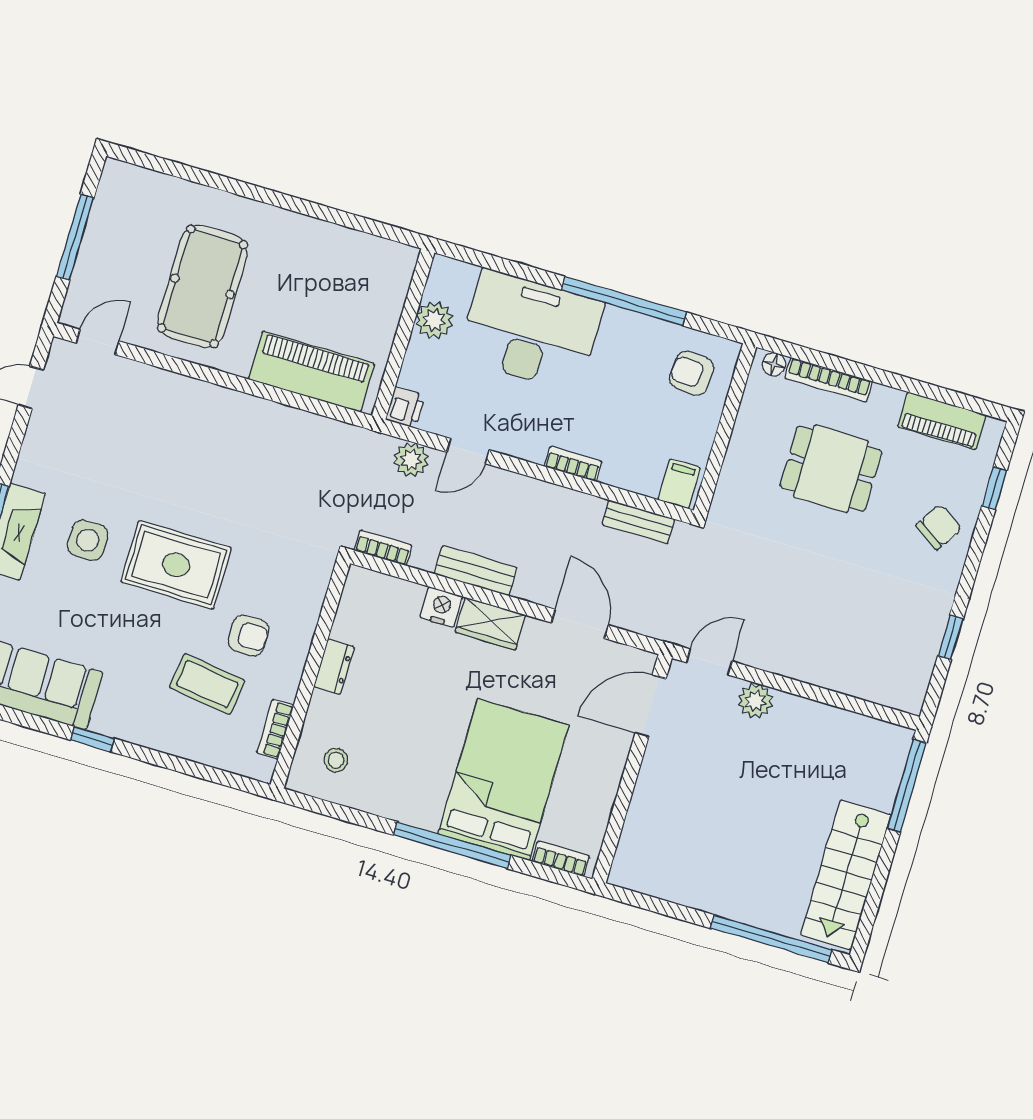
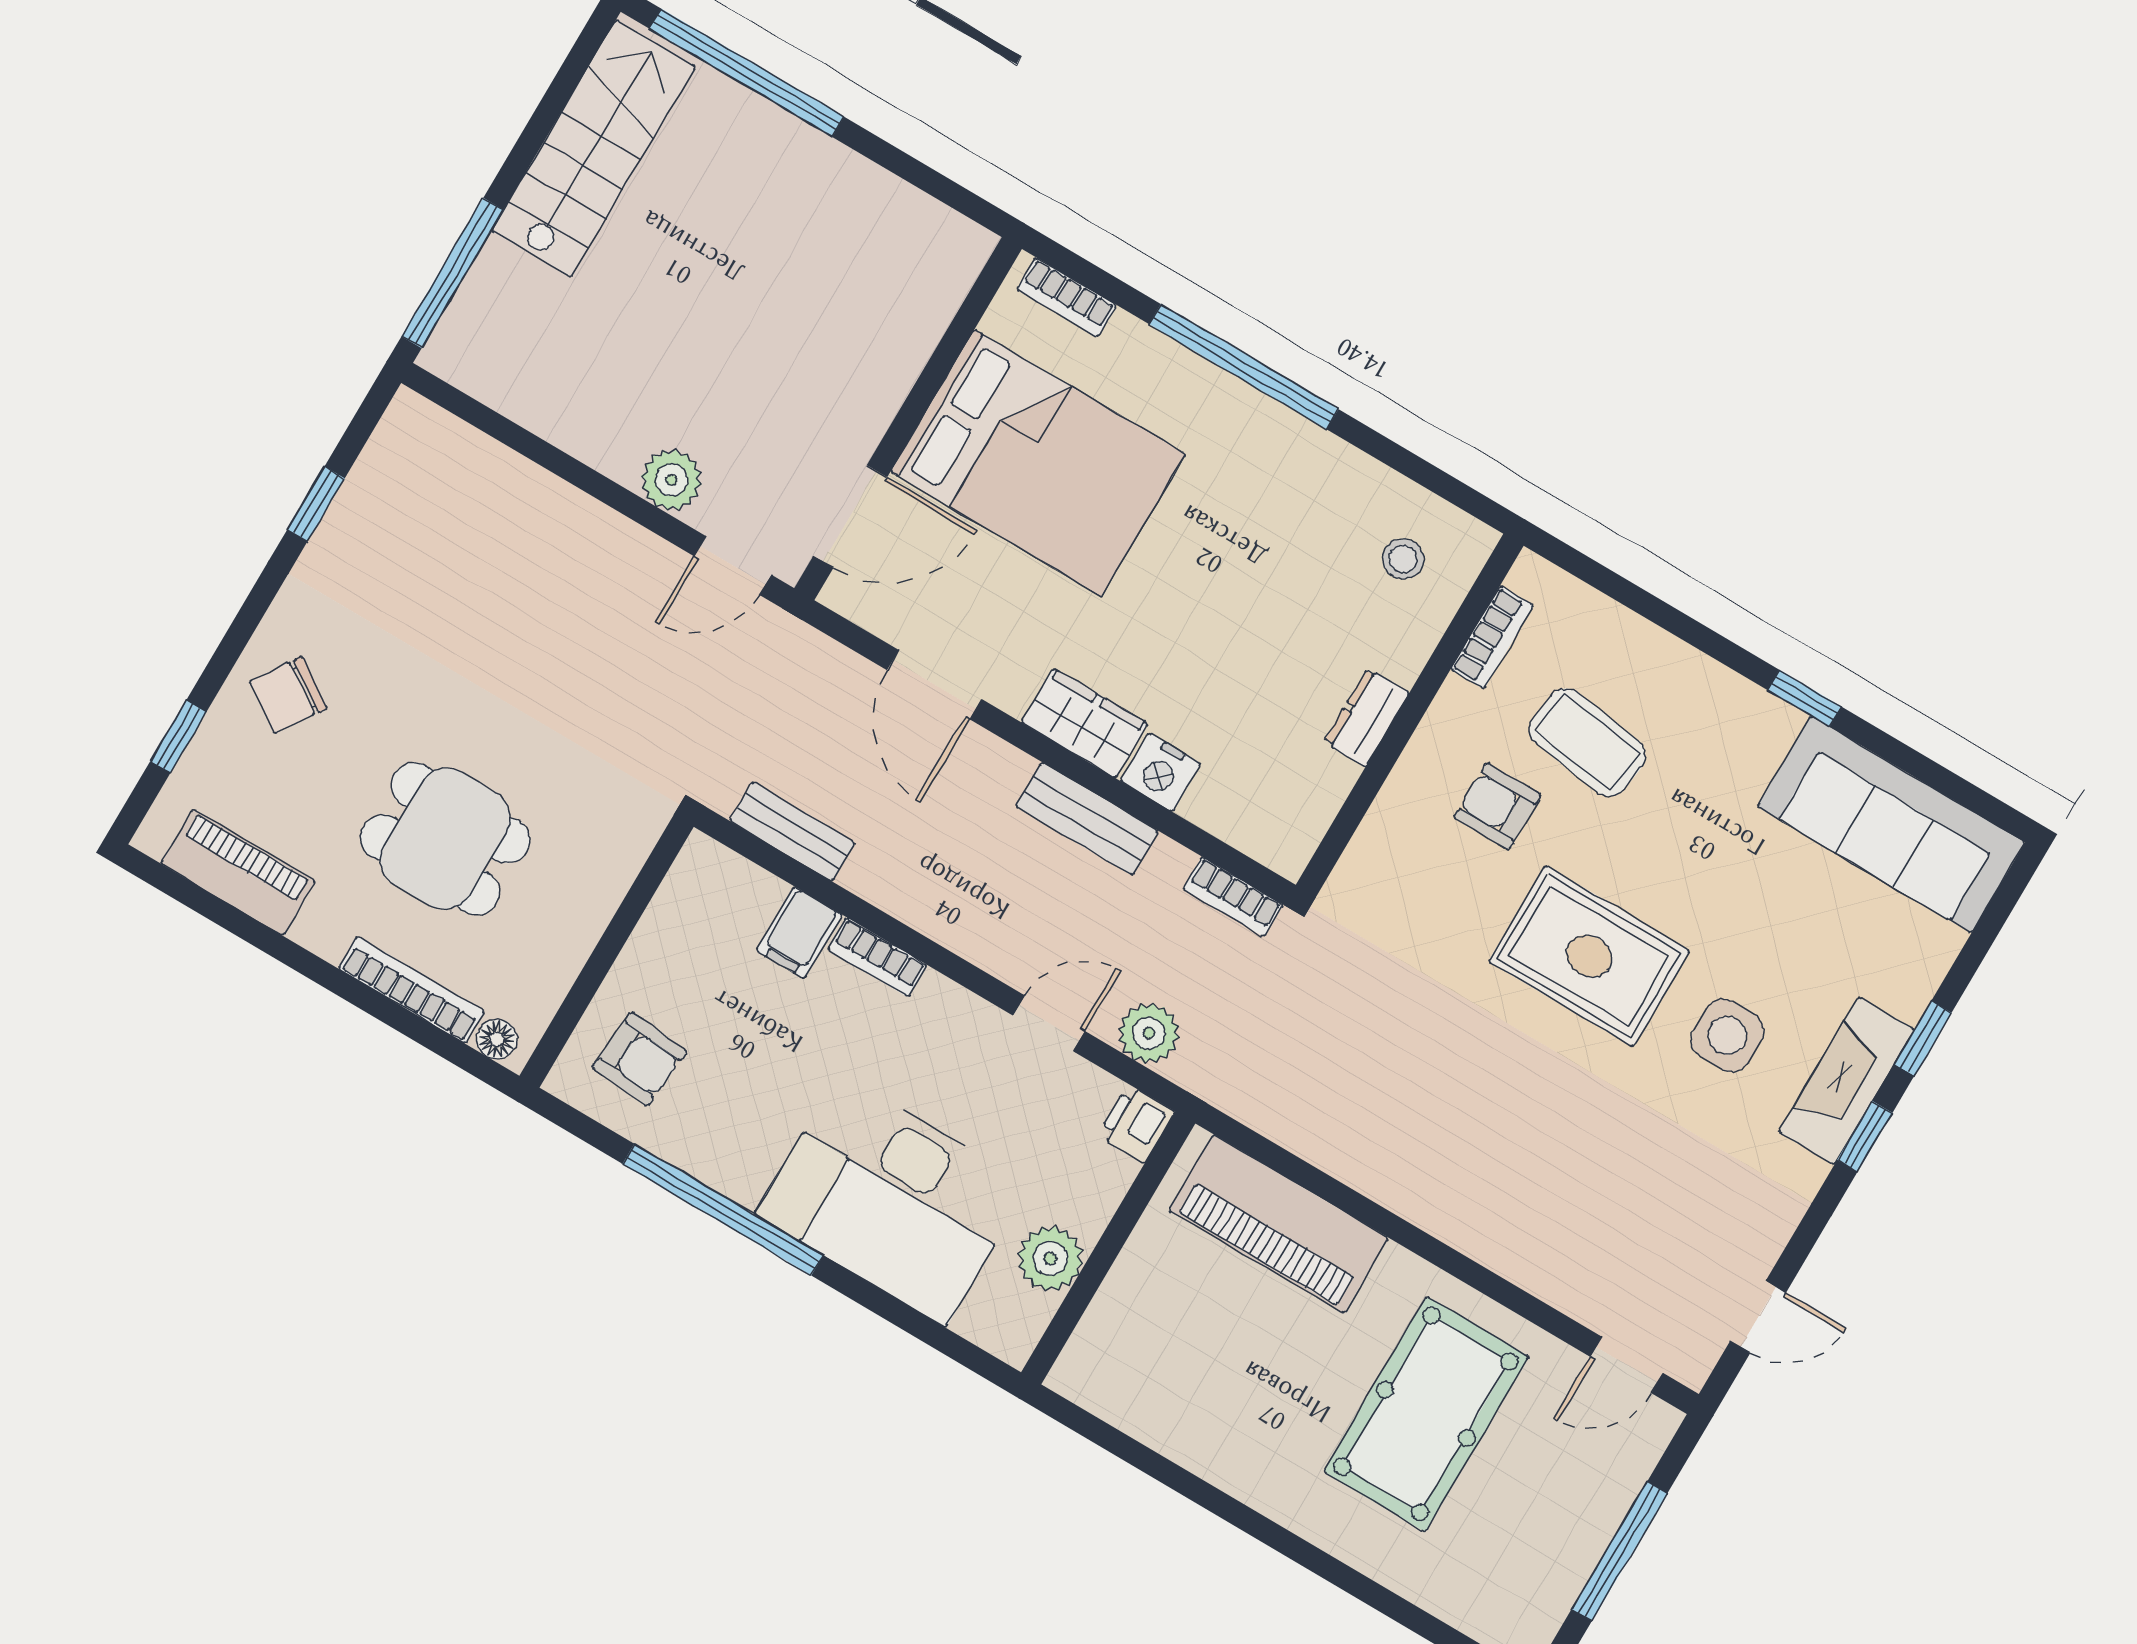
filing cabinet: (679, 484) -> (799, 933), moved
bed: (503, 780) -> (1038, 463), moved, turned -90

